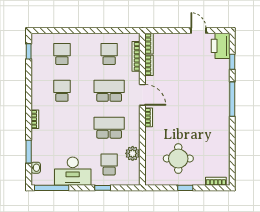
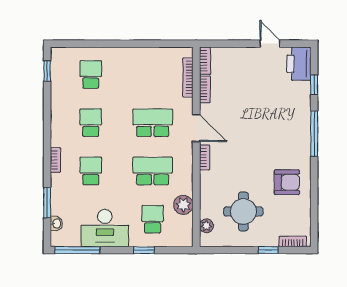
school desk: (109, 54) -> (91, 171), moved
armchair: (211, 136) -> (287, 182), added
plant: (150, 169) -> (206, 226), added
window: (185, 188) -> (268, 250), moved

